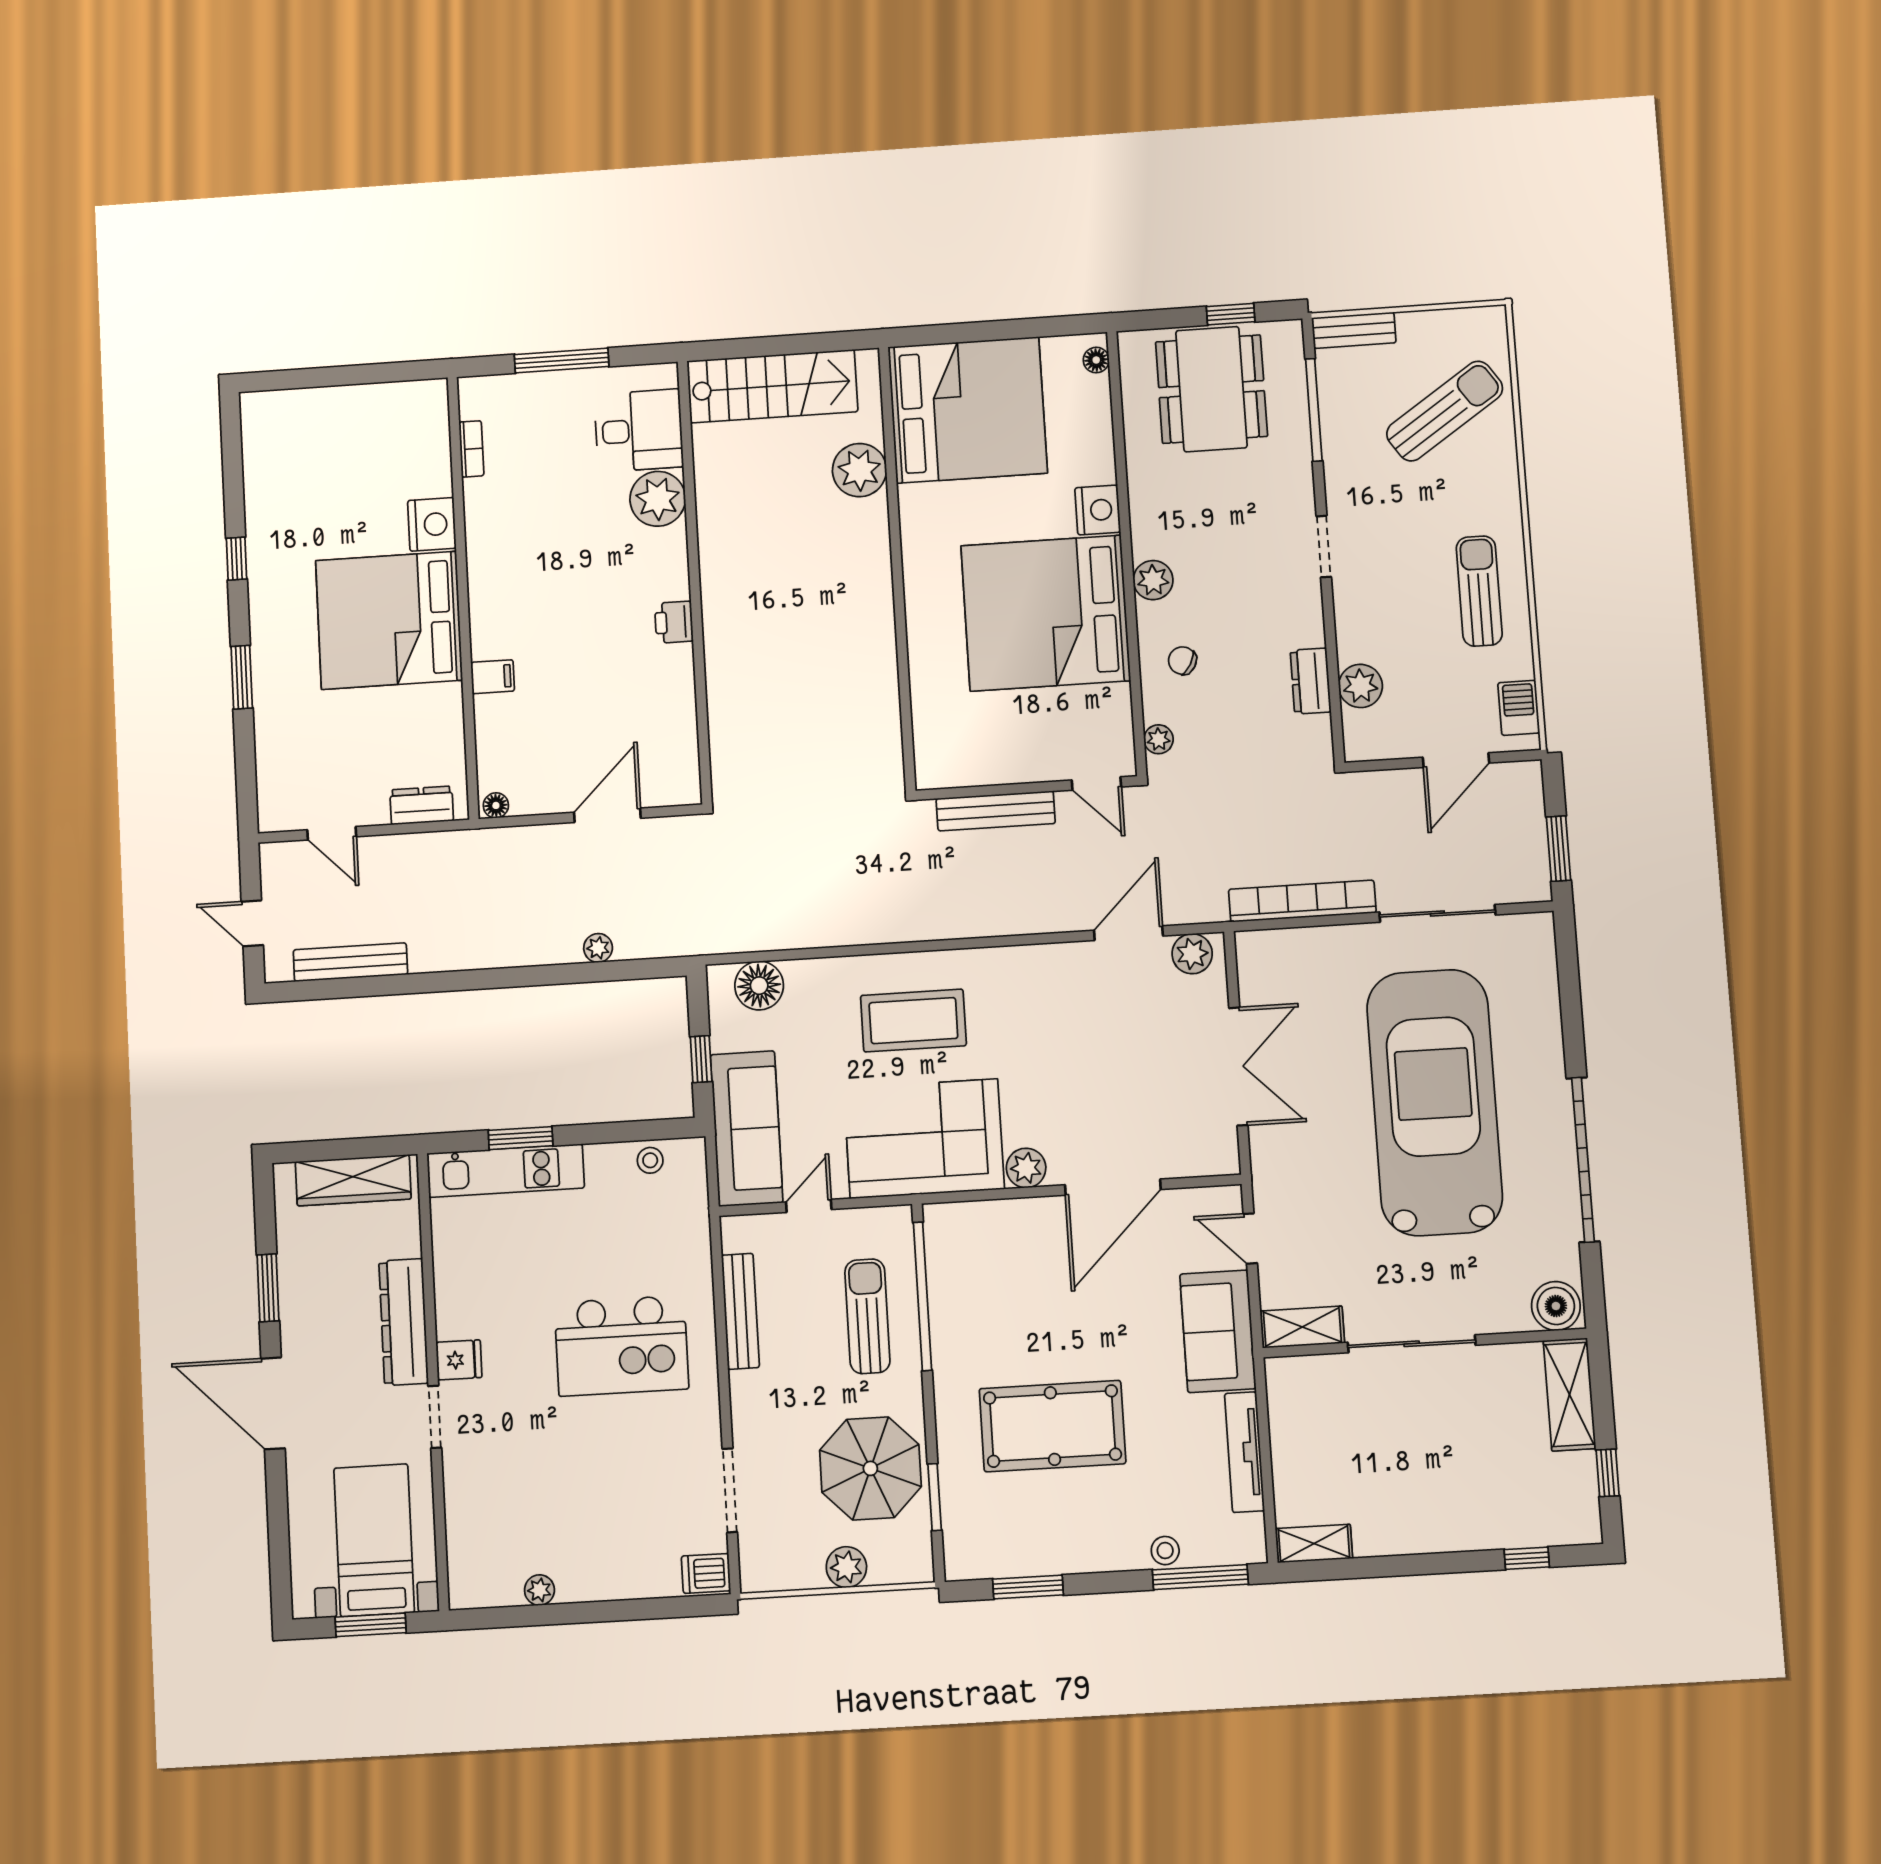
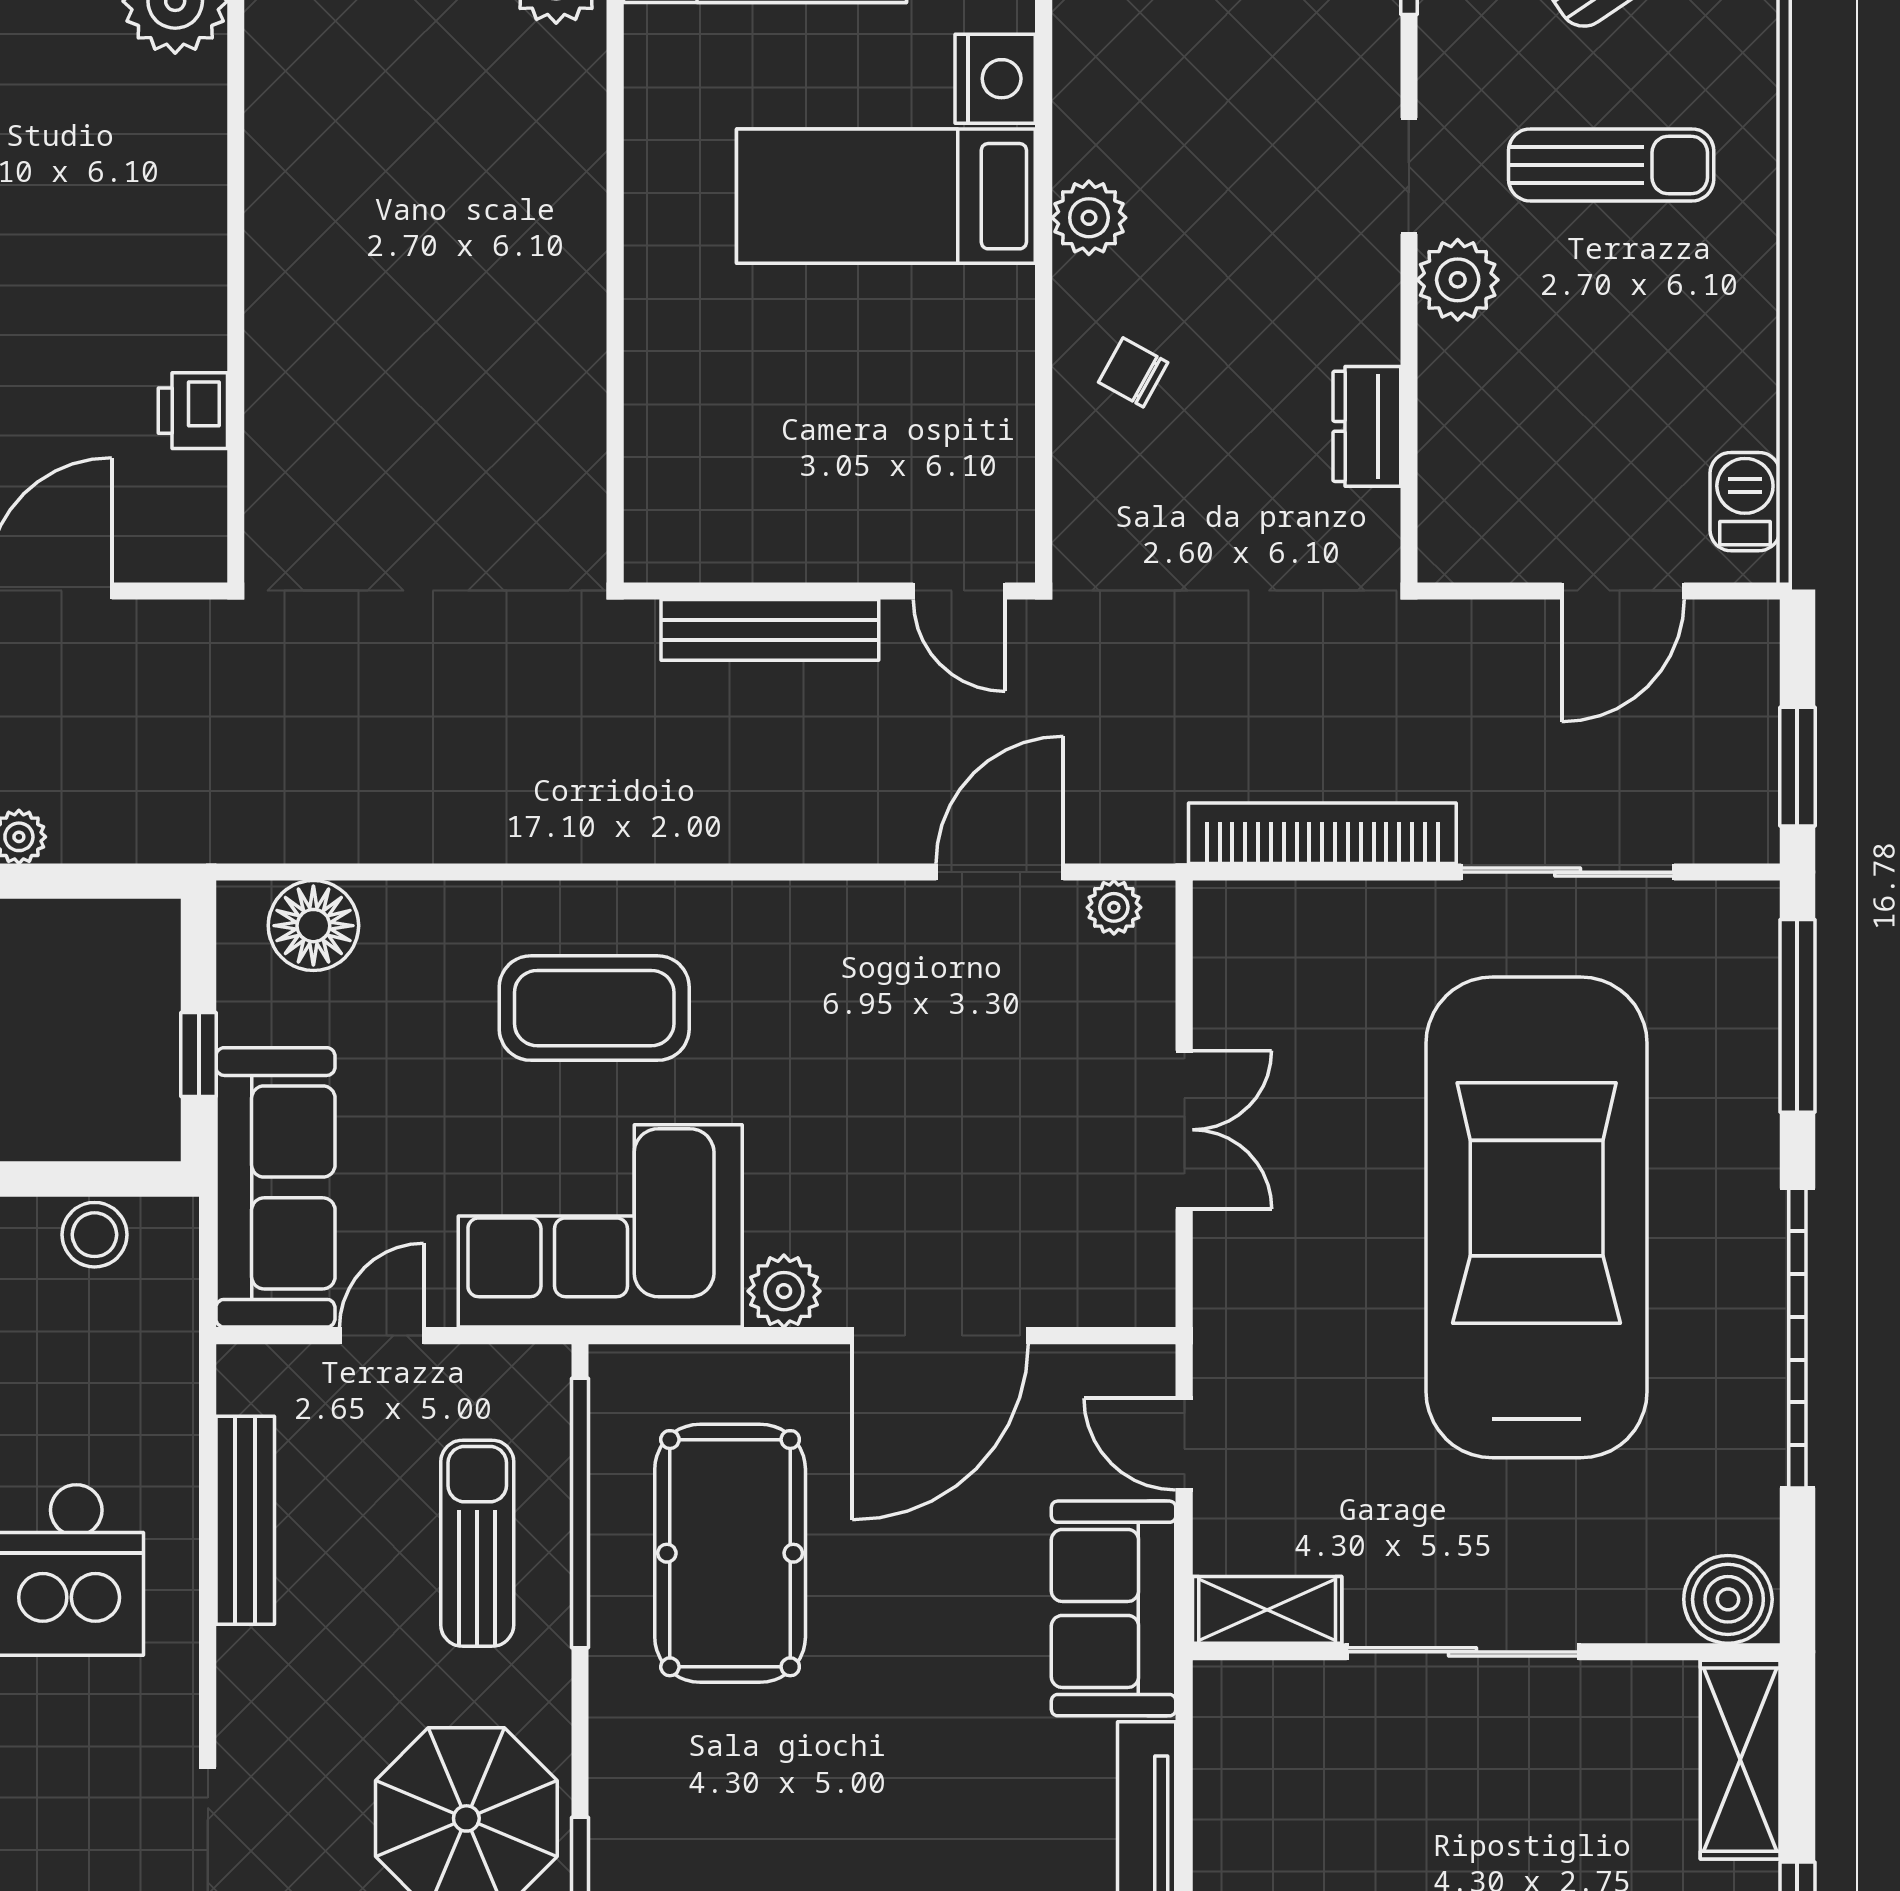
sun lounger: (1479, 591) -> (1611, 165), moved, turned 90
bed: (1046, 613) -> (886, 196), width x0.49
printer: (674, 622) -> (193, 411), moved
plant: (1360, 686) -> (1458, 280), moved
plant: (1159, 739) -> (1079, 516), removed
plant: (1192, 954) -> (1114, 907), width x0.73, depth x0.73
window: (1569, 984) -> (1797, 1016), added
double door: (1238, 1066) -> (1184, 1130), width x0.73
stool: (650, 1160) -> (94, 1235), width x1.37, depth x1.37
pool table: (1052, 1426) -> (730, 1553), moved, turned 90

